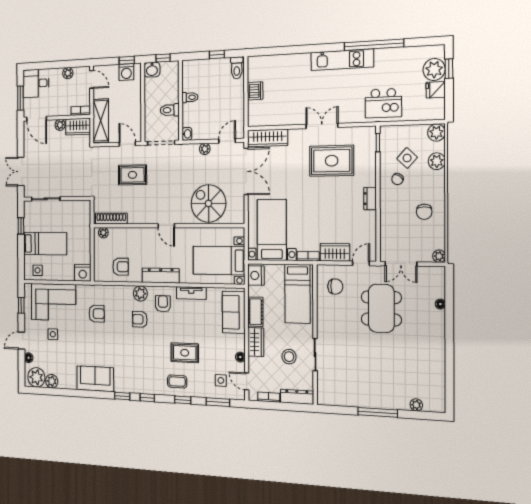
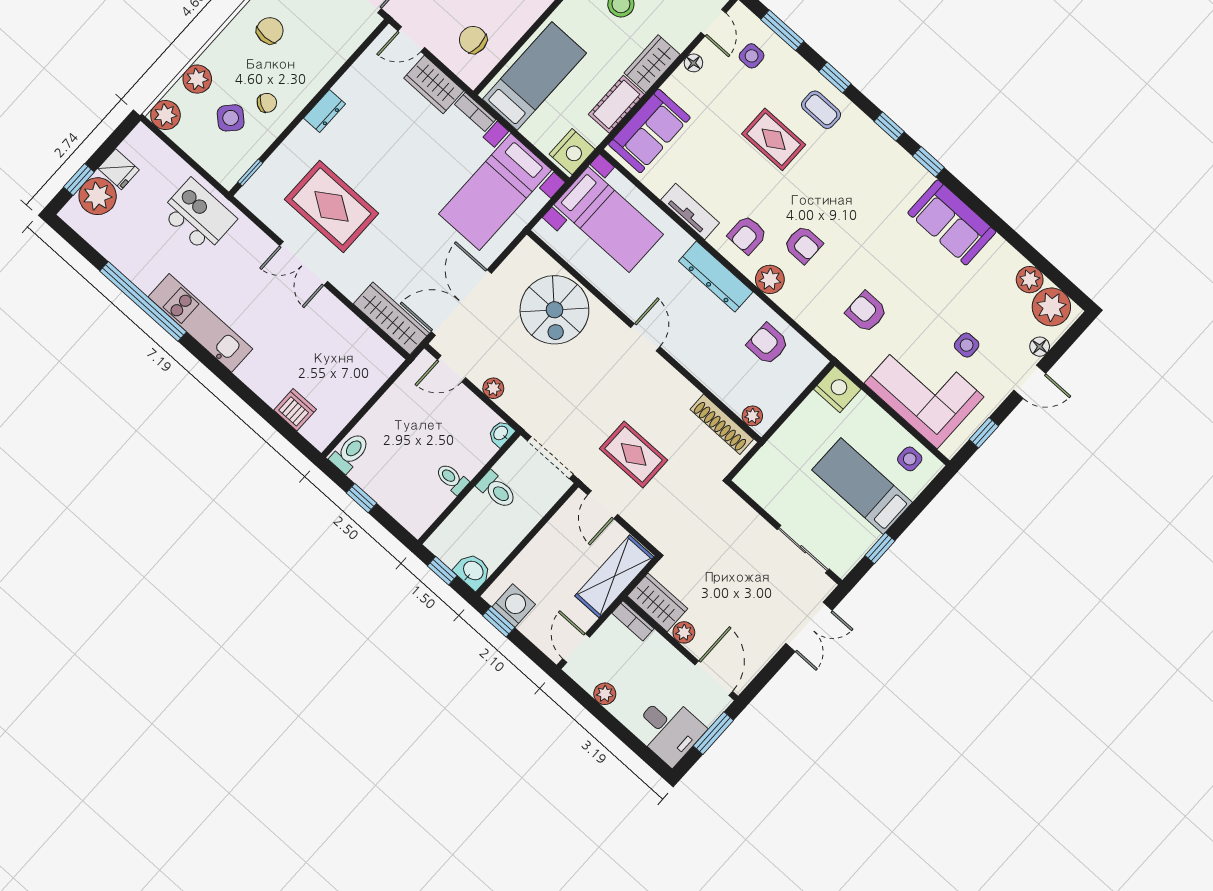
dishwasher: (255, 91) -> (295, 410), moved, turned 90

